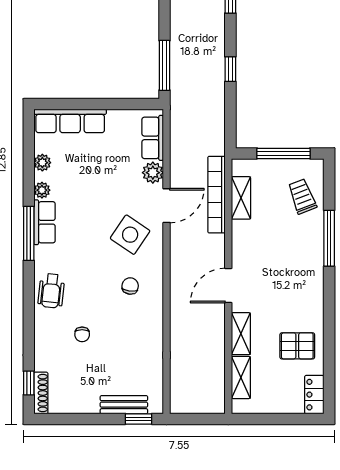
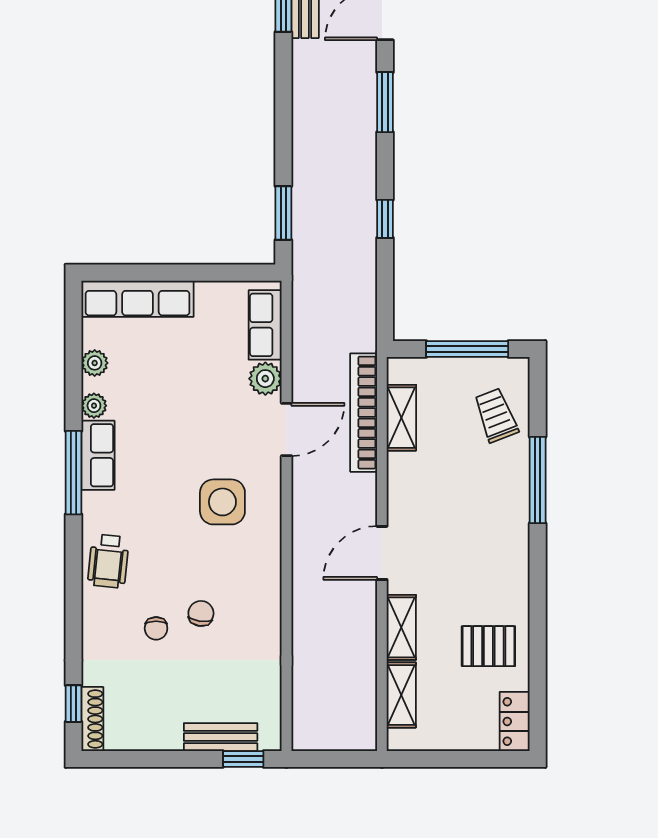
window: (165, 65) -> (283, 213), width x0.69
side table: (130, 235) -> (222, 502), moved, turned -34
chair: (130, 286) -> (201, 613), moved

